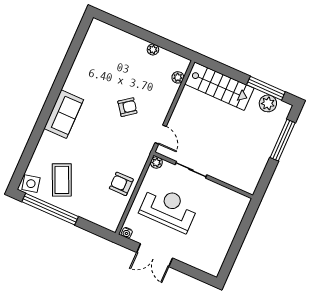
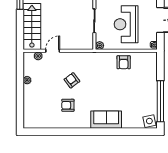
armchair: (98, 88) -> (68, 105), added
sofa: (64, 114) -> (106, 120), moved
door: (161, 135) -> (53, 51), moved
coffee table: (62, 180) -> (138, 102), removed

